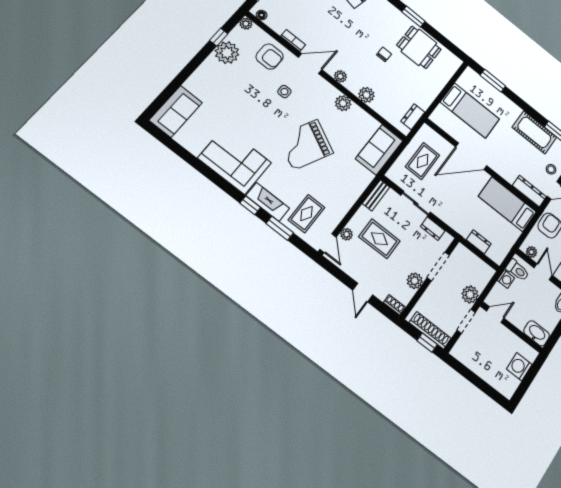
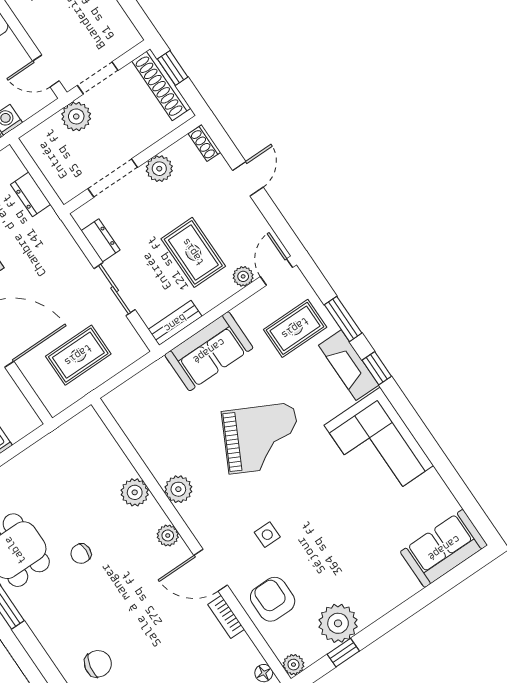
dresser: (413, 117) -> (69, 434), removed
sofa: (379, 150) -> (209, 351), moved

